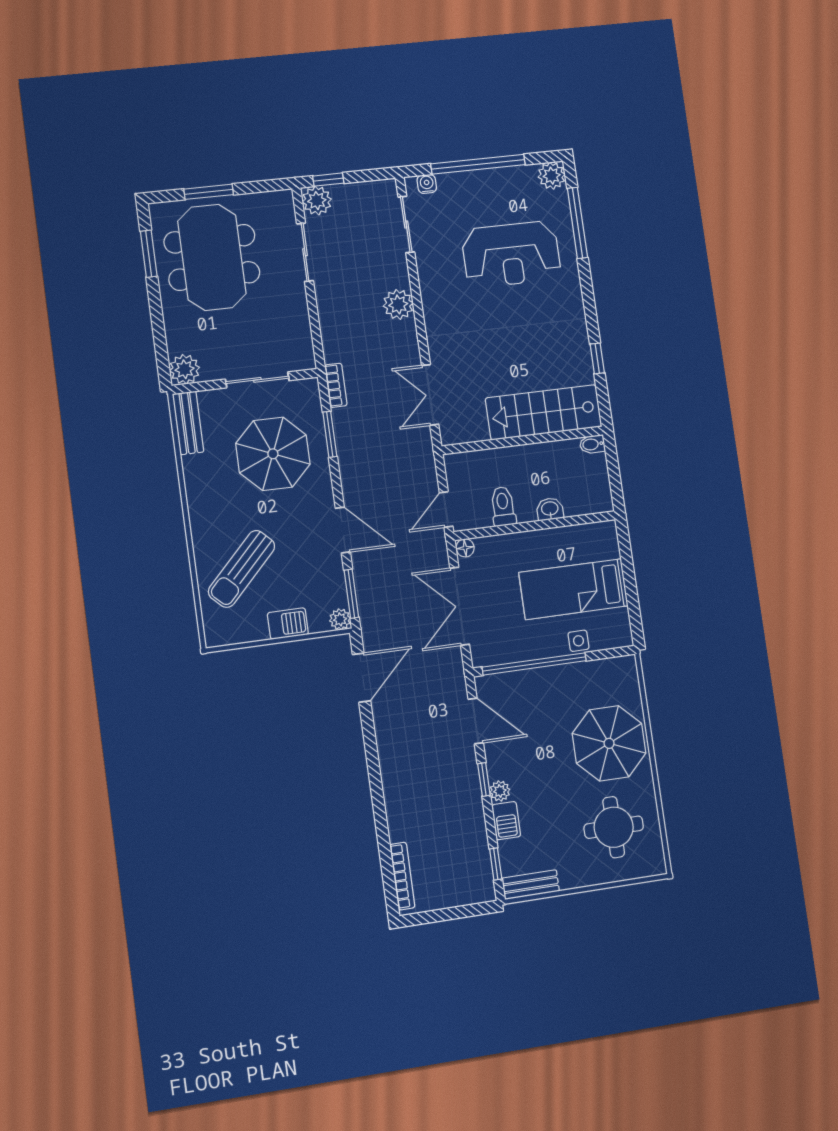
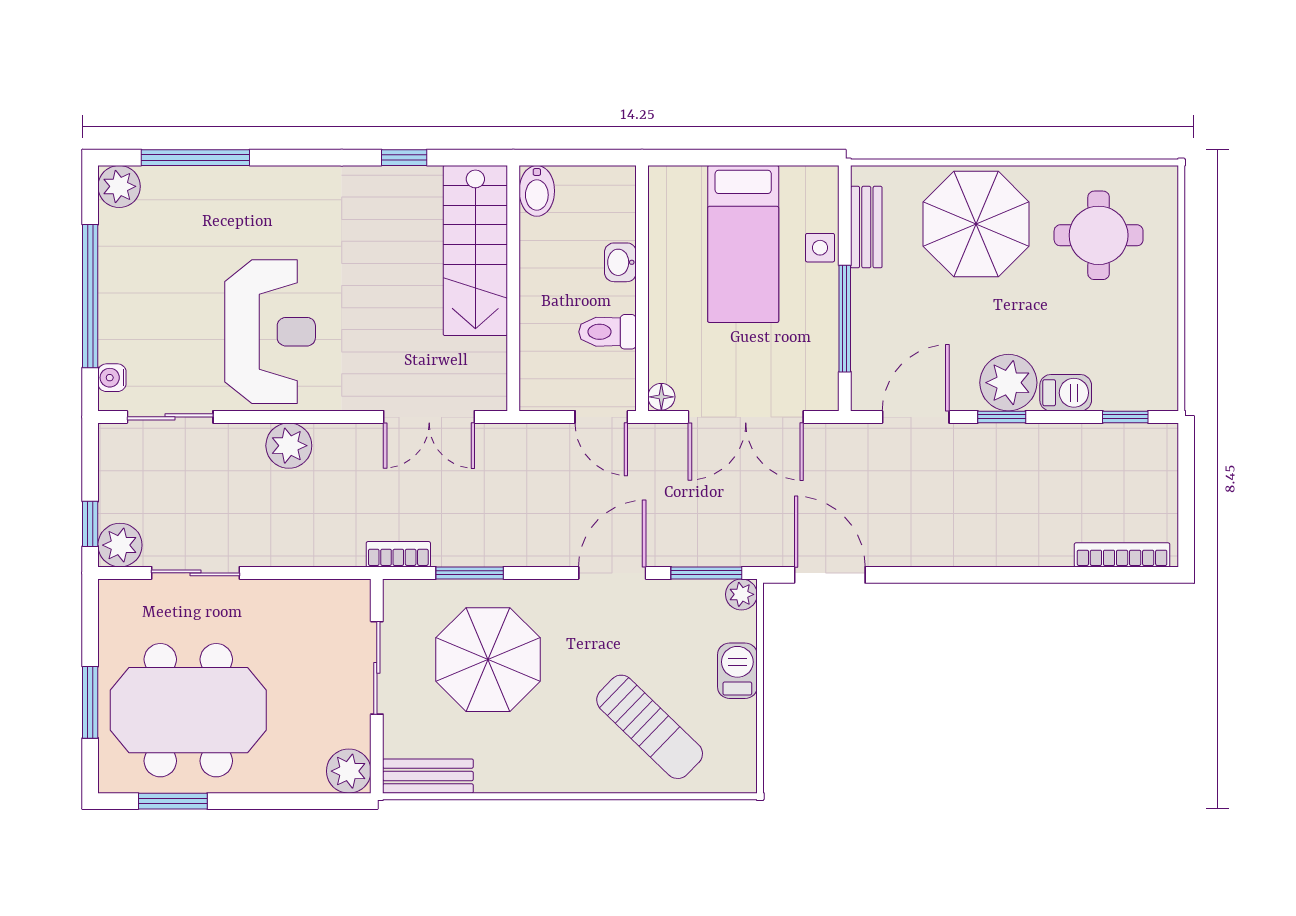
reception desk: (511, 254) -> (270, 332), moved
bidet: (592, 444) -> (537, 191), width x1.38, depth x1.36
window: (534, 664) -> (845, 319), width x0.68
plant: (500, 791) -> (1008, 383), width x1.88, depth x1.88
bench: (531, 885) -> (866, 227), moved

